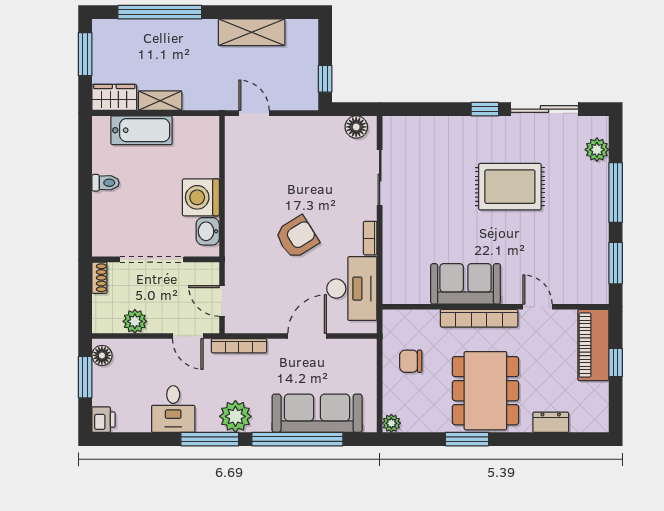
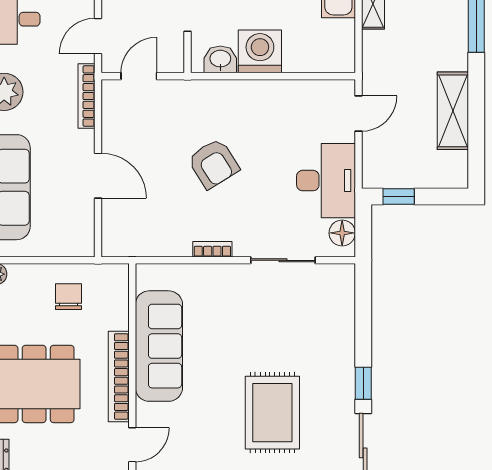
sofa: (466, 284) -> (159, 346), width x1.36
desk: (352, 289) -> (326, 181), moved, turned -90

